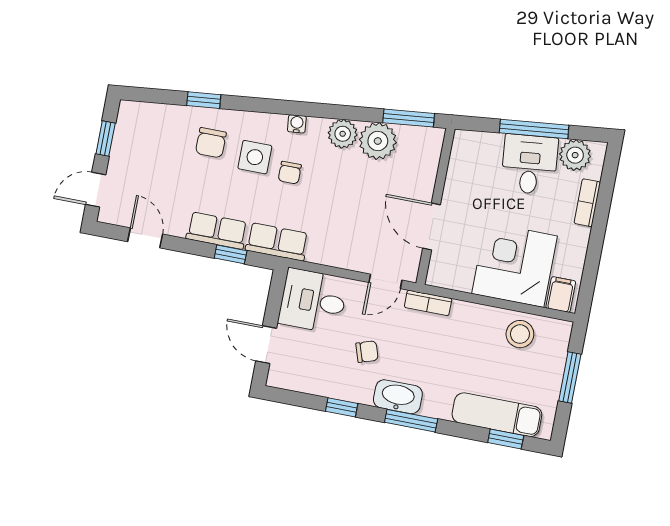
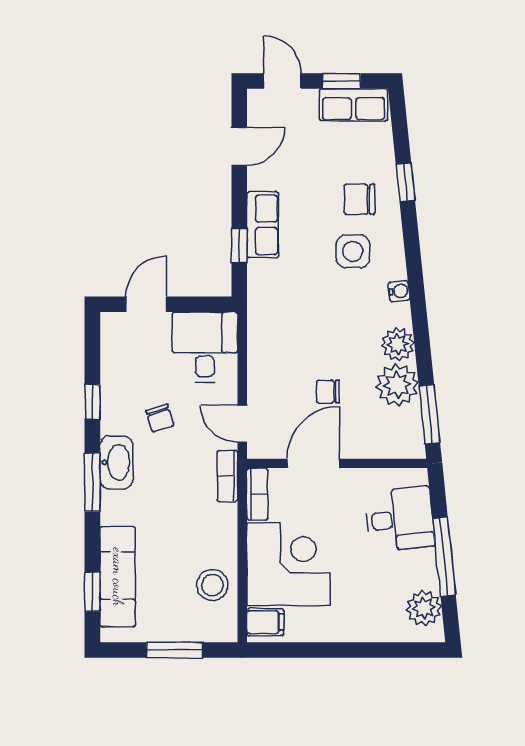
desk: (530, 164) -> (400, 519), moved
chair: (290, 173) -> (328, 391), moved
bookcase: (587, 203) -> (257, 494), moved, turned 90
row of seats: (277, 242) -> (354, 105), moved, turned 90

